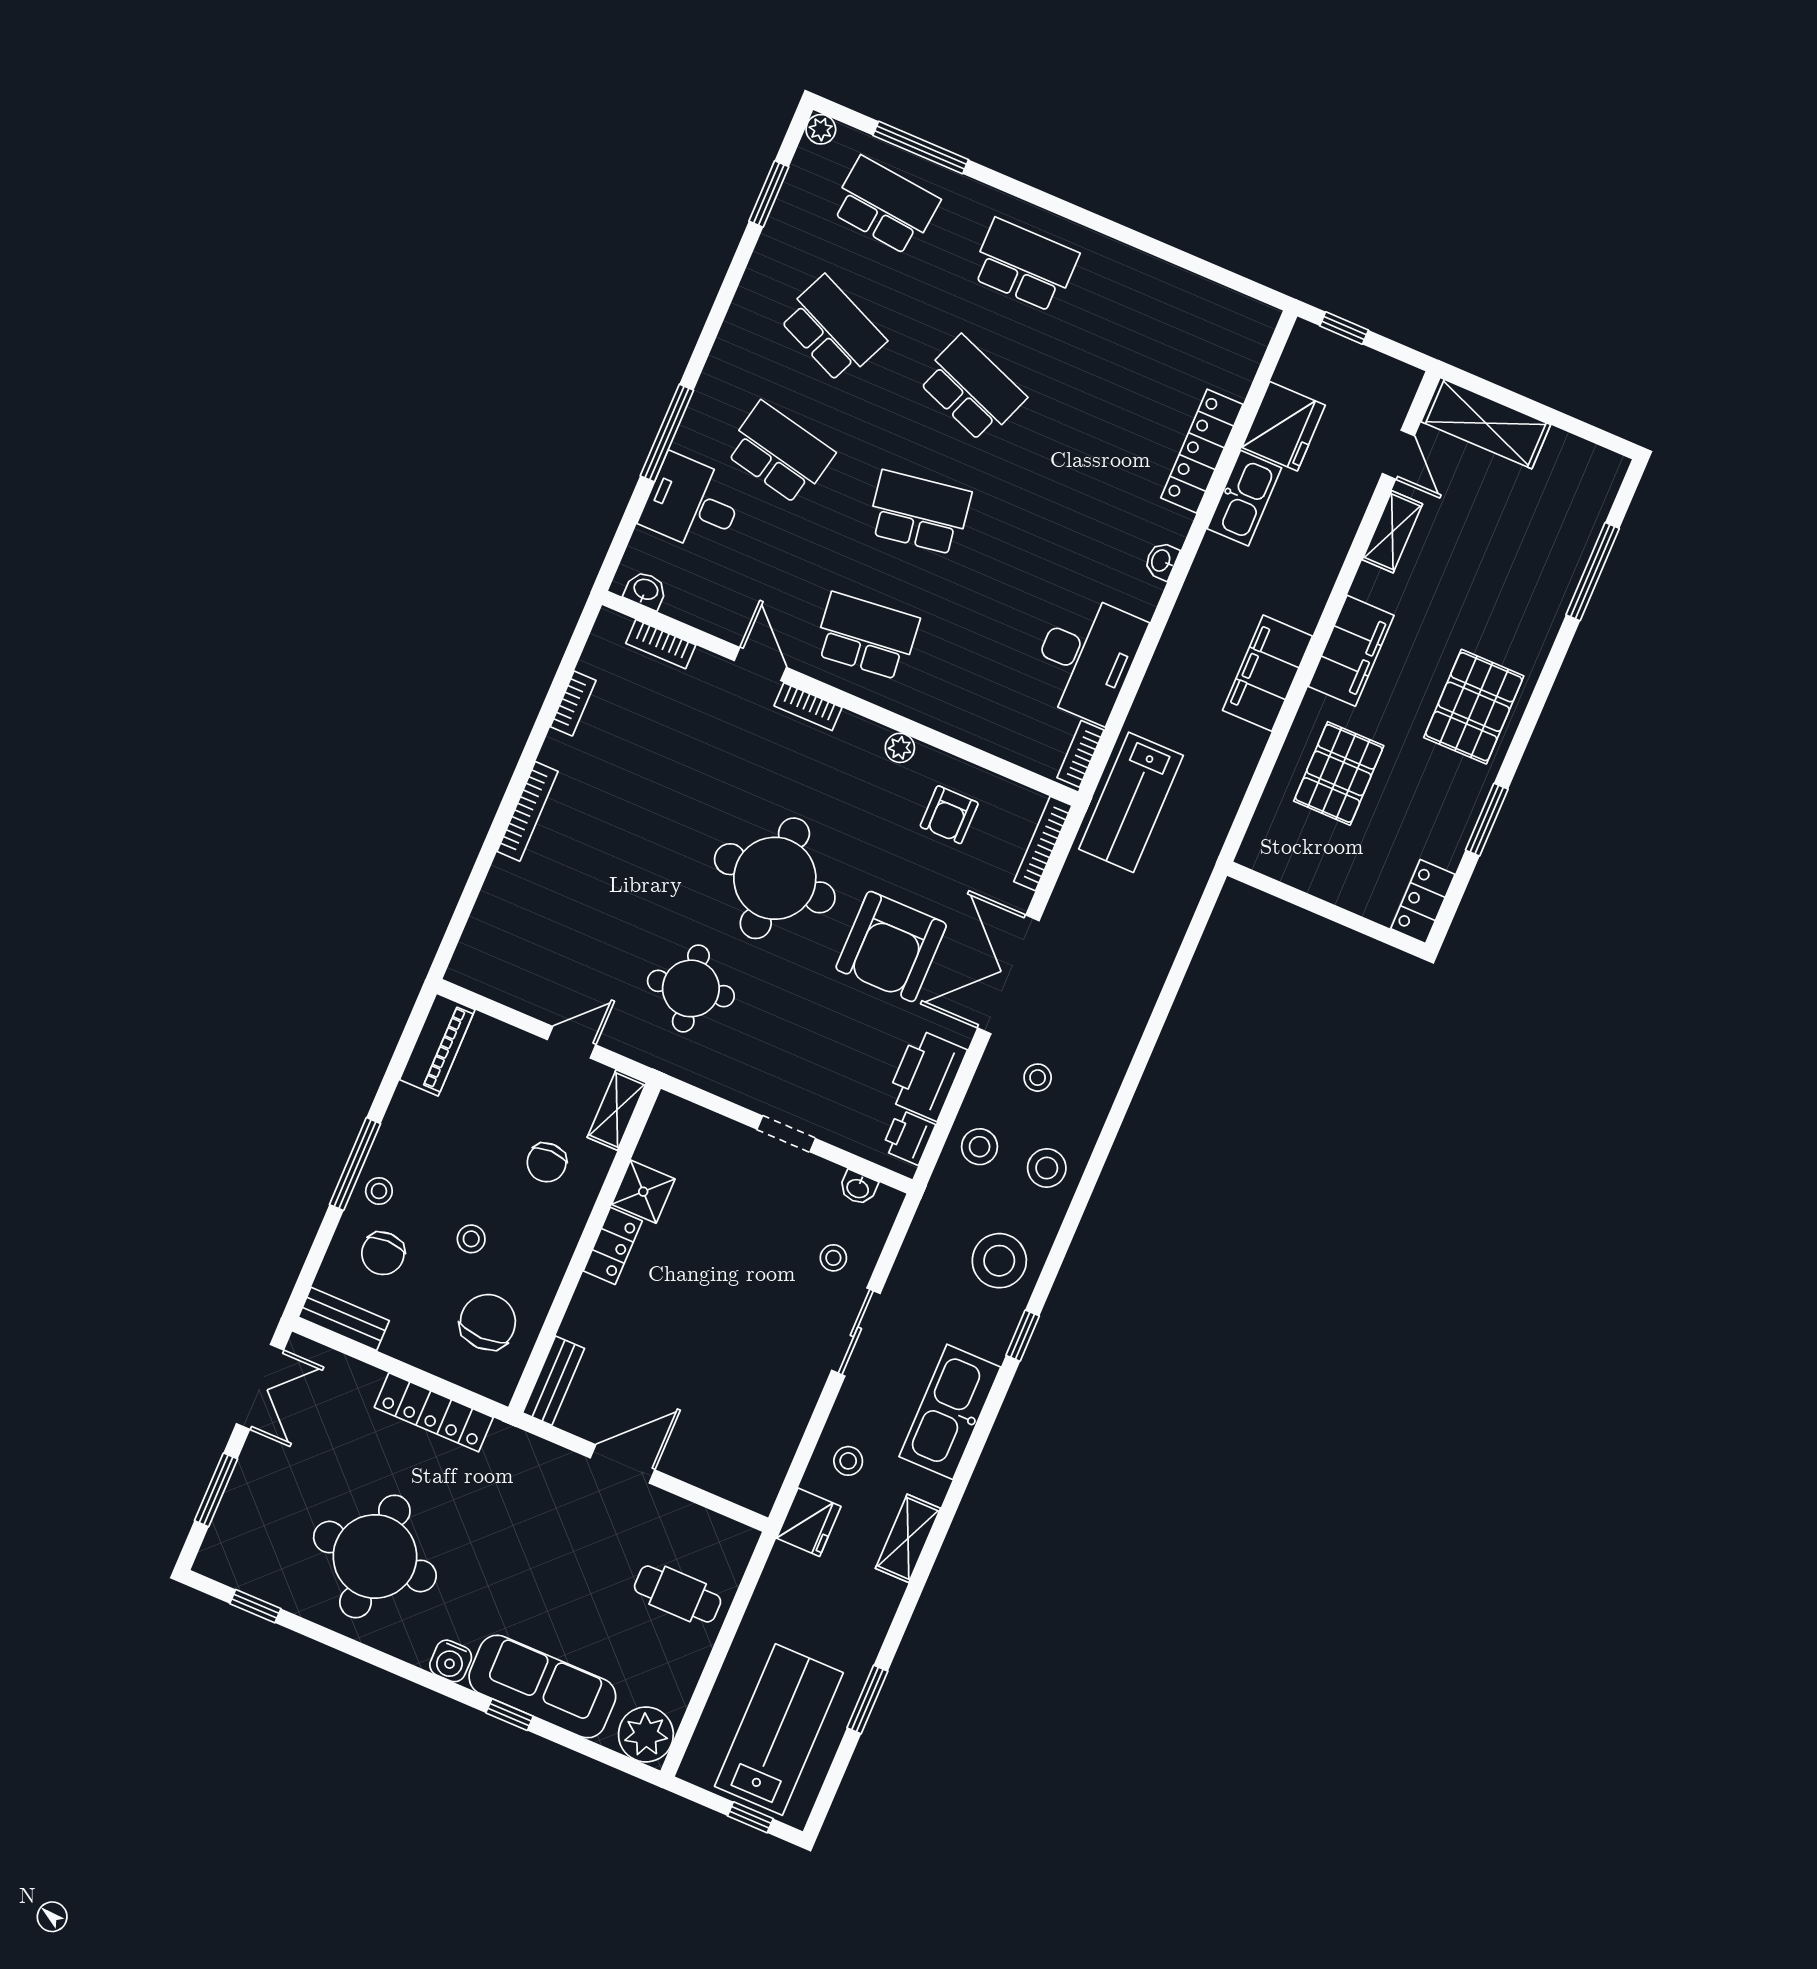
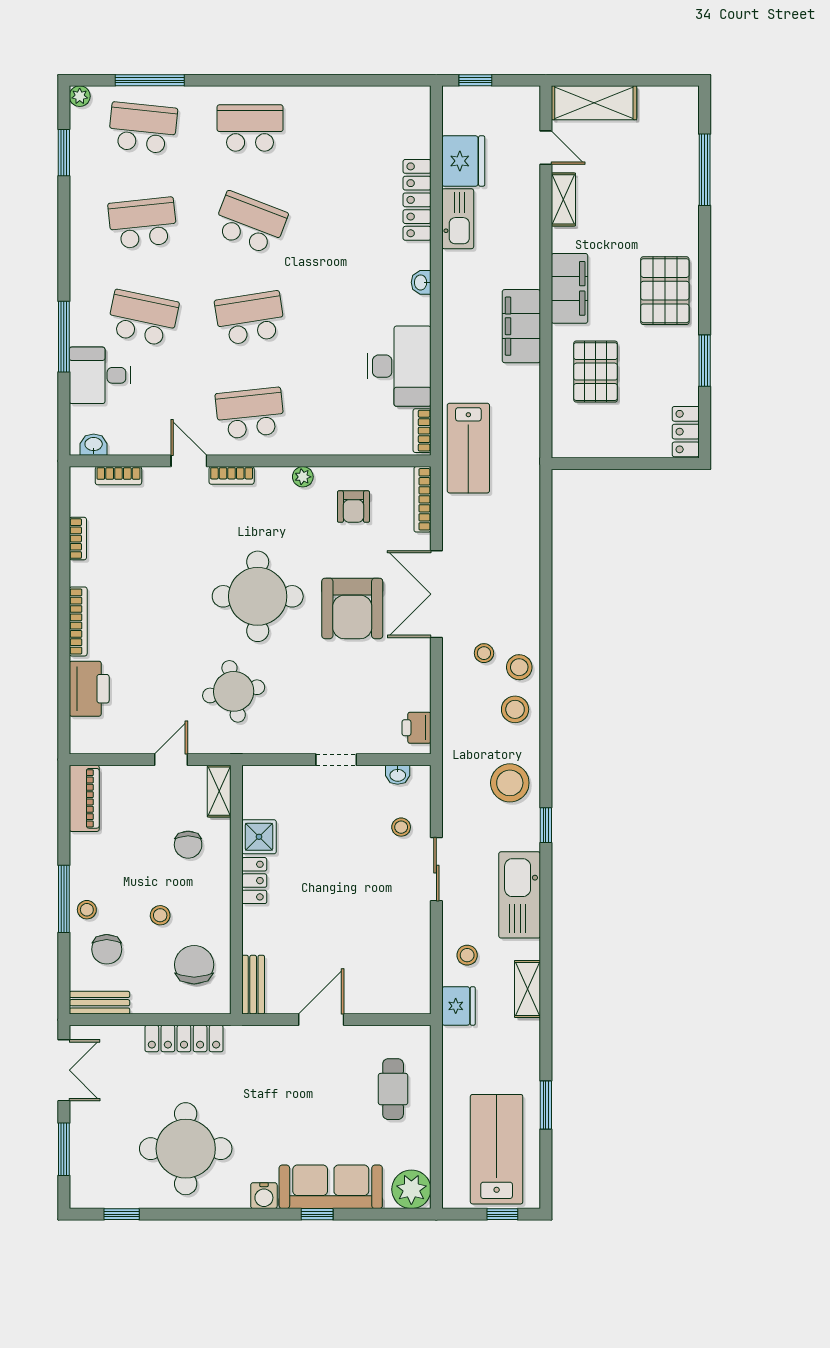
school desk: (832, 329) -> (143, 223), turned -30
printer: (927, 1075) -> (89, 689), moved, turned 180
stool: (980, 1147) -> (519, 667), moved
cafe table: (678, 1594) -> (393, 1089), turned 90

